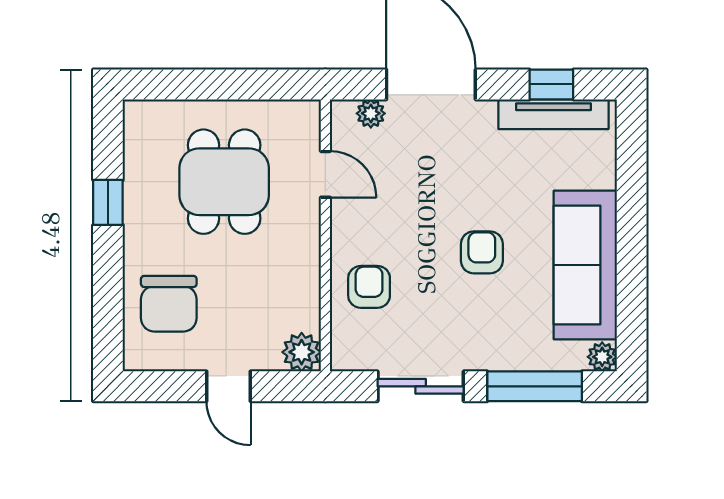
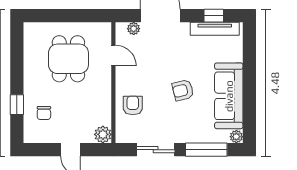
window: (108, 202) -> (17, 105), moved
armchair: (482, 252) -> (183, 90), turned -104
chair: (169, 304) -> (44, 113), width x0.54, depth x0.54

